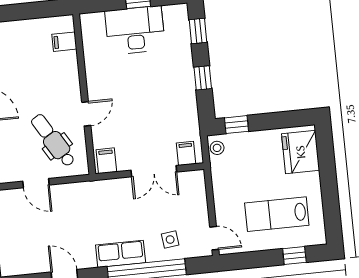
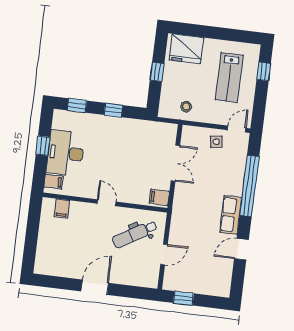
door: (86, 114) -> (107, 203), moved
window: (237, 125) -> (157, 72), moved
stool: (217, 148) -> (186, 107), moved
filing cabinet: (186, 153) -> (54, 182), moved, turned 180
side table: (170, 240) -> (216, 142), moved
row of seats: (121, 254) -> (231, 215), moved

